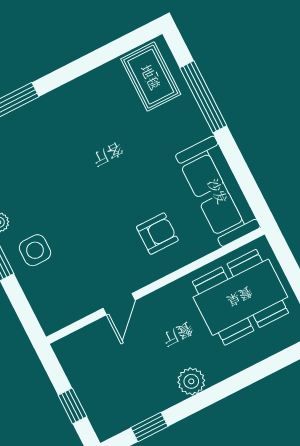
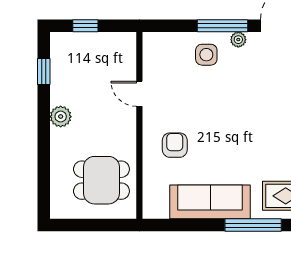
sofa: (218, 191) -> (210, 202), moved
armchair: (157, 234) -> (175, 145), turned 180
dining table: (240, 297) -> (101, 180), width x0.73

